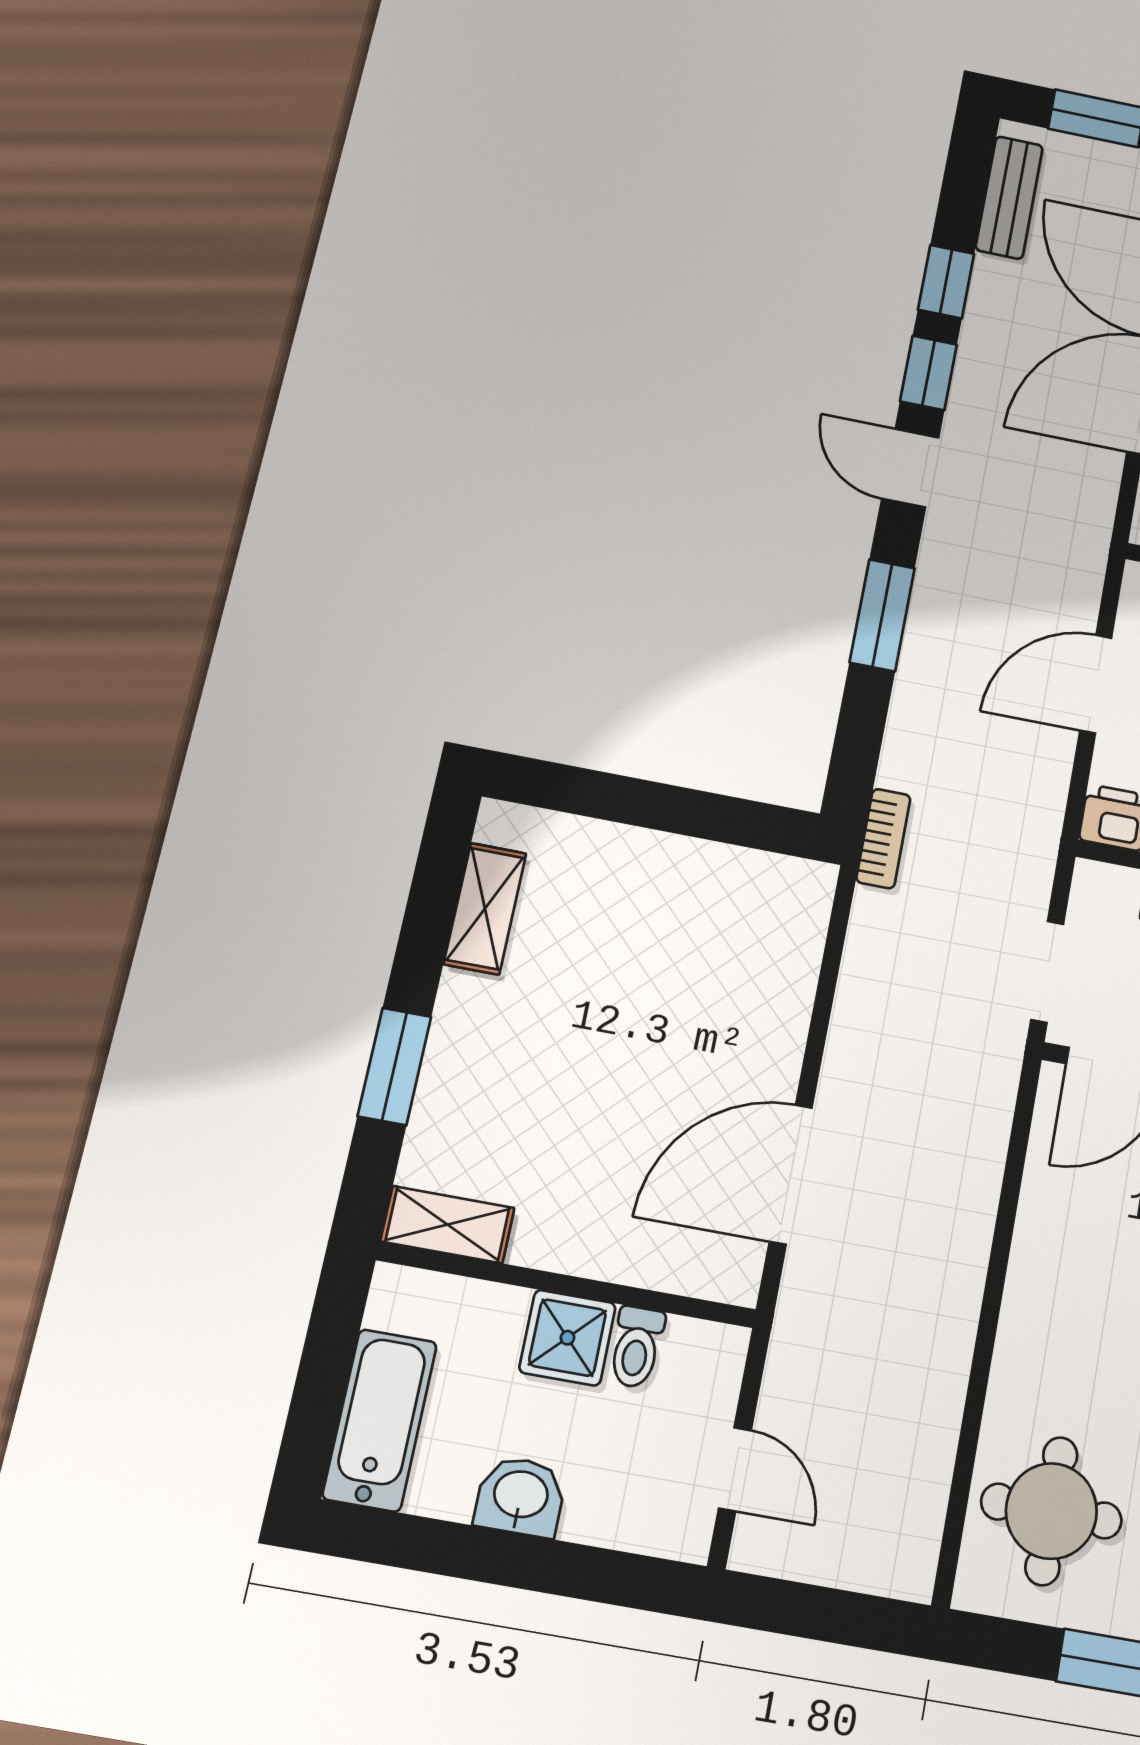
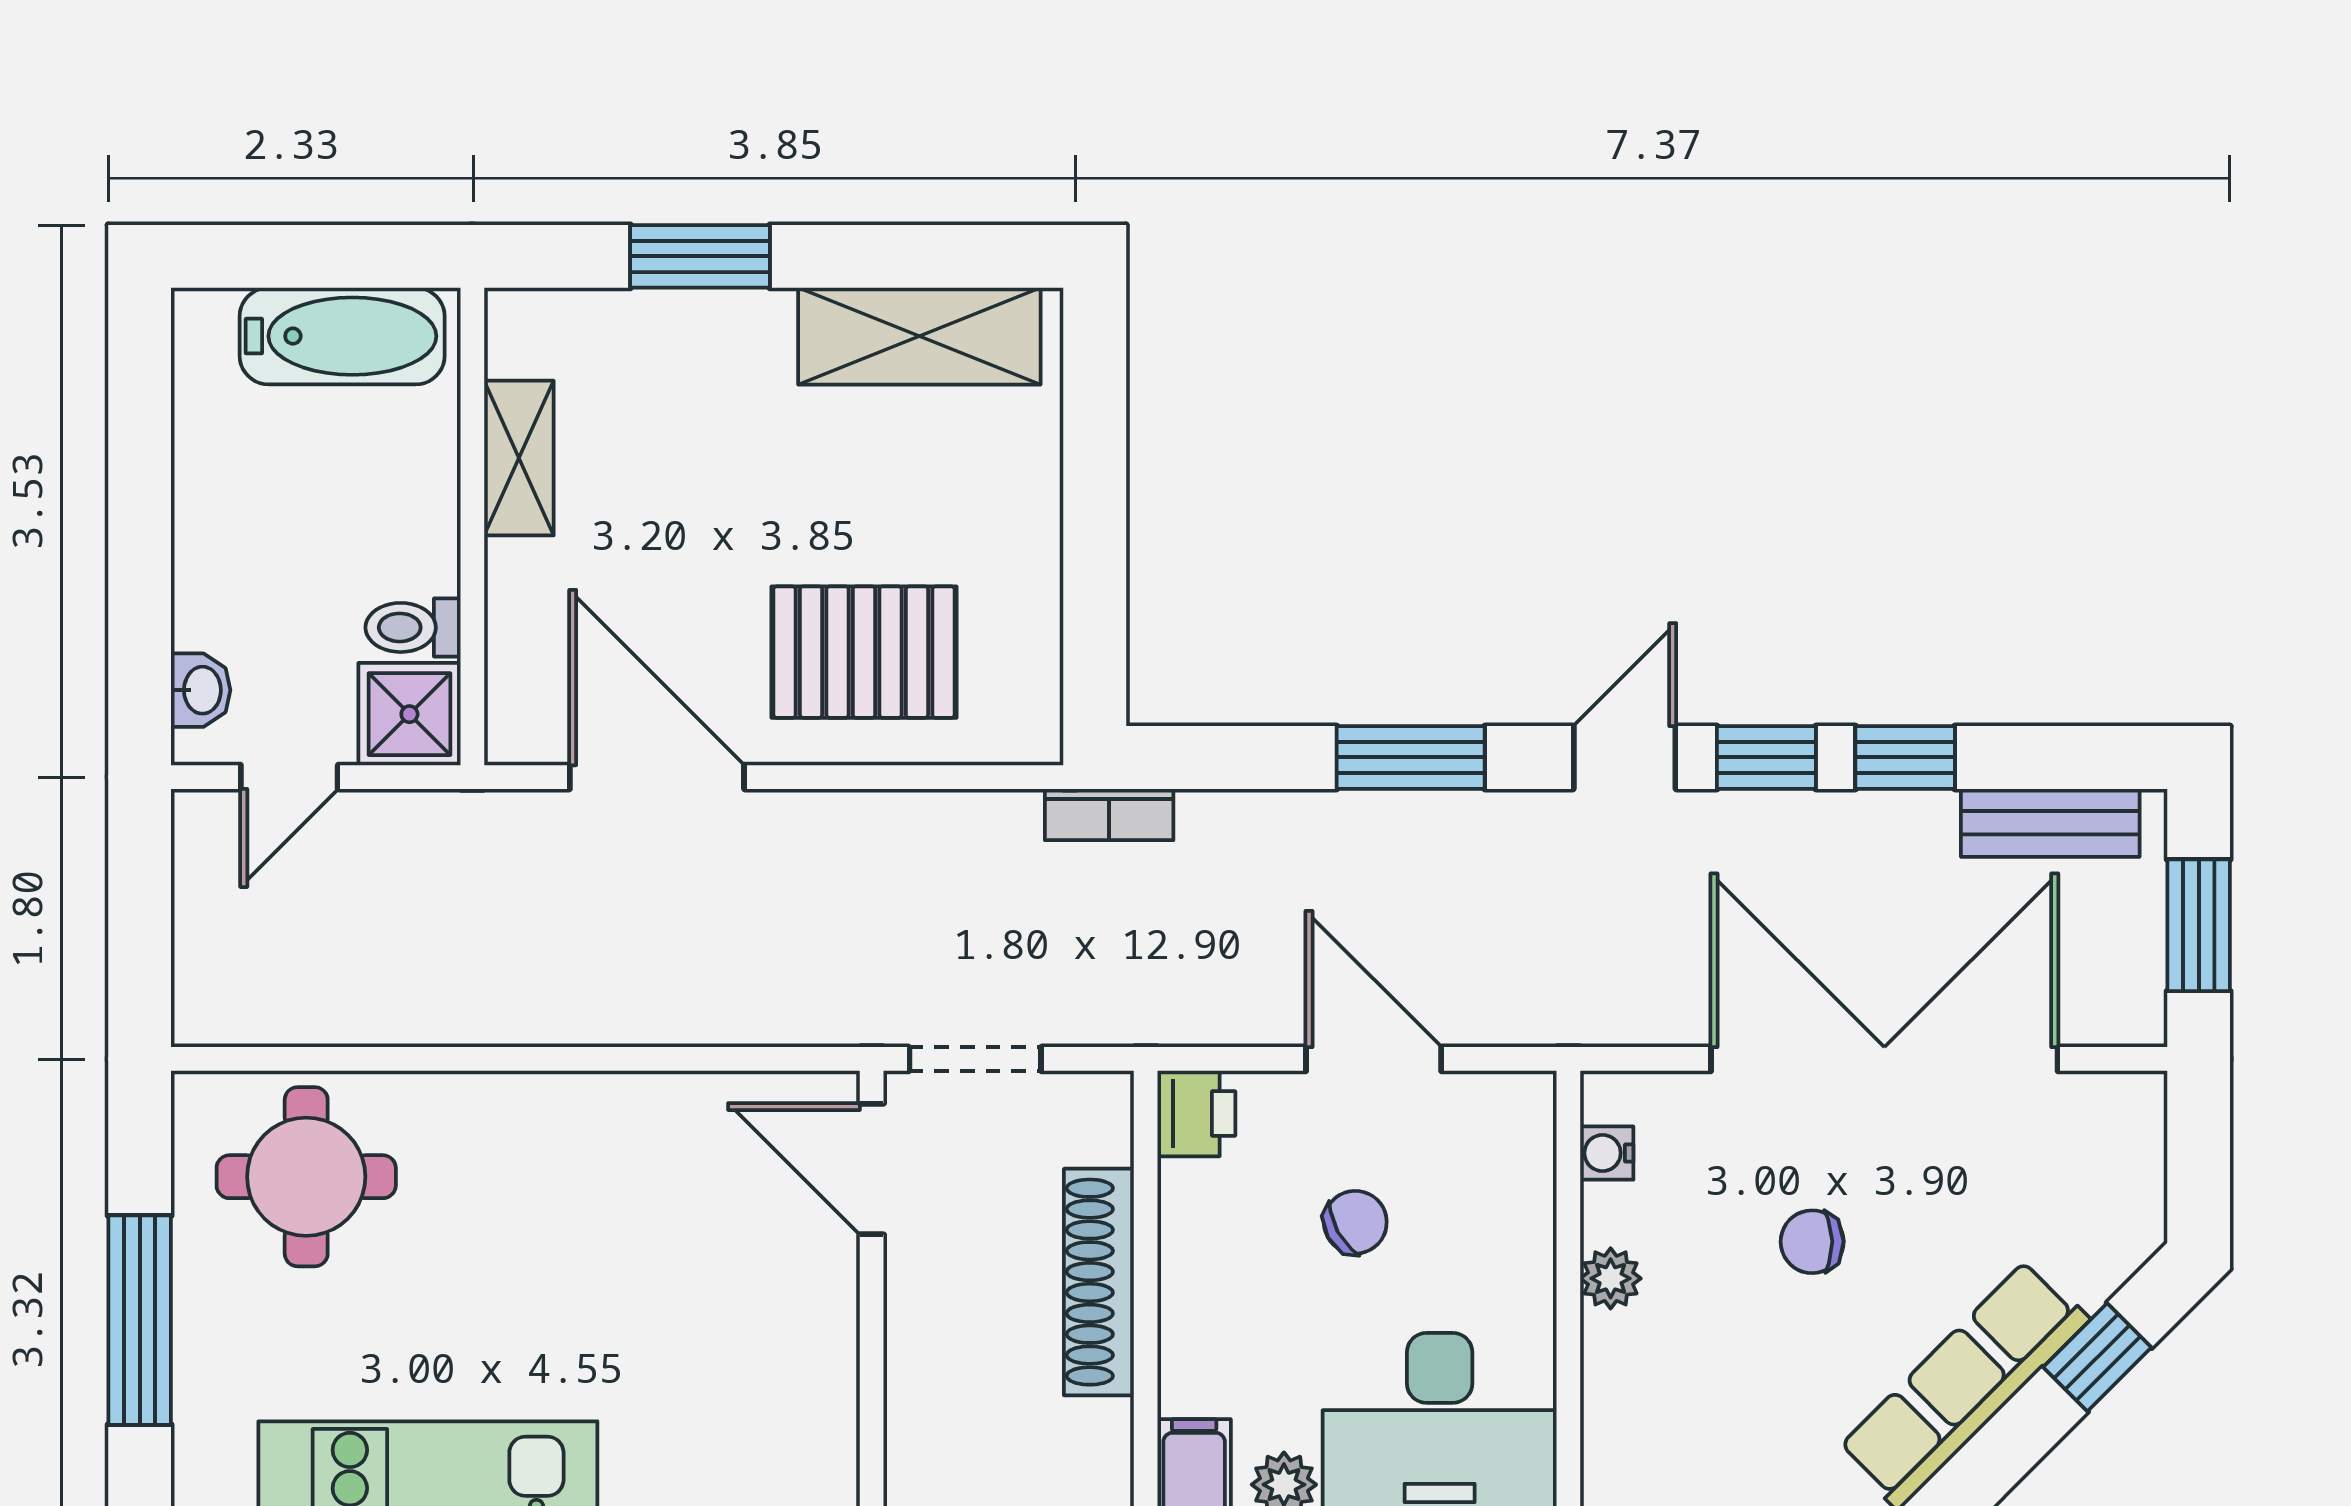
shelving: (485, 909) -> (919, 336), width x1.50, depth x1.33
pallet: (726, 997) -> (864, 652), added
shelving: (447, 1225) -> (519, 458), moved
shower: (567, 1338) -> (409, 714), moved
bathtub: (380, 1420) -> (342, 336), moved
washbasin: (520, 1496) -> (201, 690), moved, width x0.72, depth x0.69

